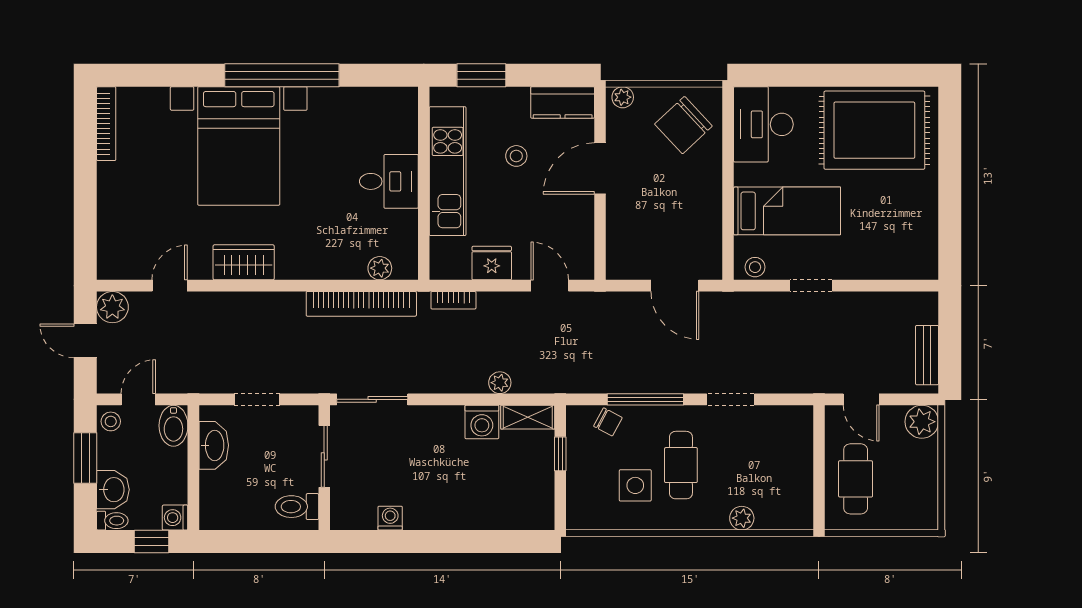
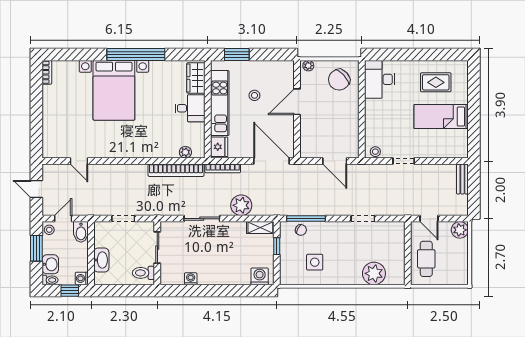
kitchen counter: (563, 102) -> (278, 68), removed
bookcase: (106, 124) -> (47, 72), width x0.64
rug: (874, 130) -> (436, 82), width x0.54, depth x0.49
bed: (787, 211) -> (441, 117), moved, turned 180
wardrobe: (244, 262) -> (196, 78), moved, turned -90
fridge: (492, 263) -> (219, 147), moved, turned 90
door: (170, 286) -> (79, 161), swing flipped
door: (550, 286) -> (271, 161), width x1.88
bookcase: (453, 300) -> (223, 168), width x1.56
plant: (112, 307) -> (50, 172), removed
bench: (927, 355) -> (462, 179), moved
plant: (500, 383) -> (241, 205), width x1.88, depth x1.88
sliding door: (372, 399) -> (202, 219), moved
window: (645, 399) -> (306, 219), moved
washing machine: (482, 422) -> (260, 276), moved, turned 180
washbasin: (214, 445) -> (101, 260), moved
cafe table: (681, 465) -> (338, 252), removed
plant: (742, 518) -> (374, 273), width x1.87, depth x1.87

